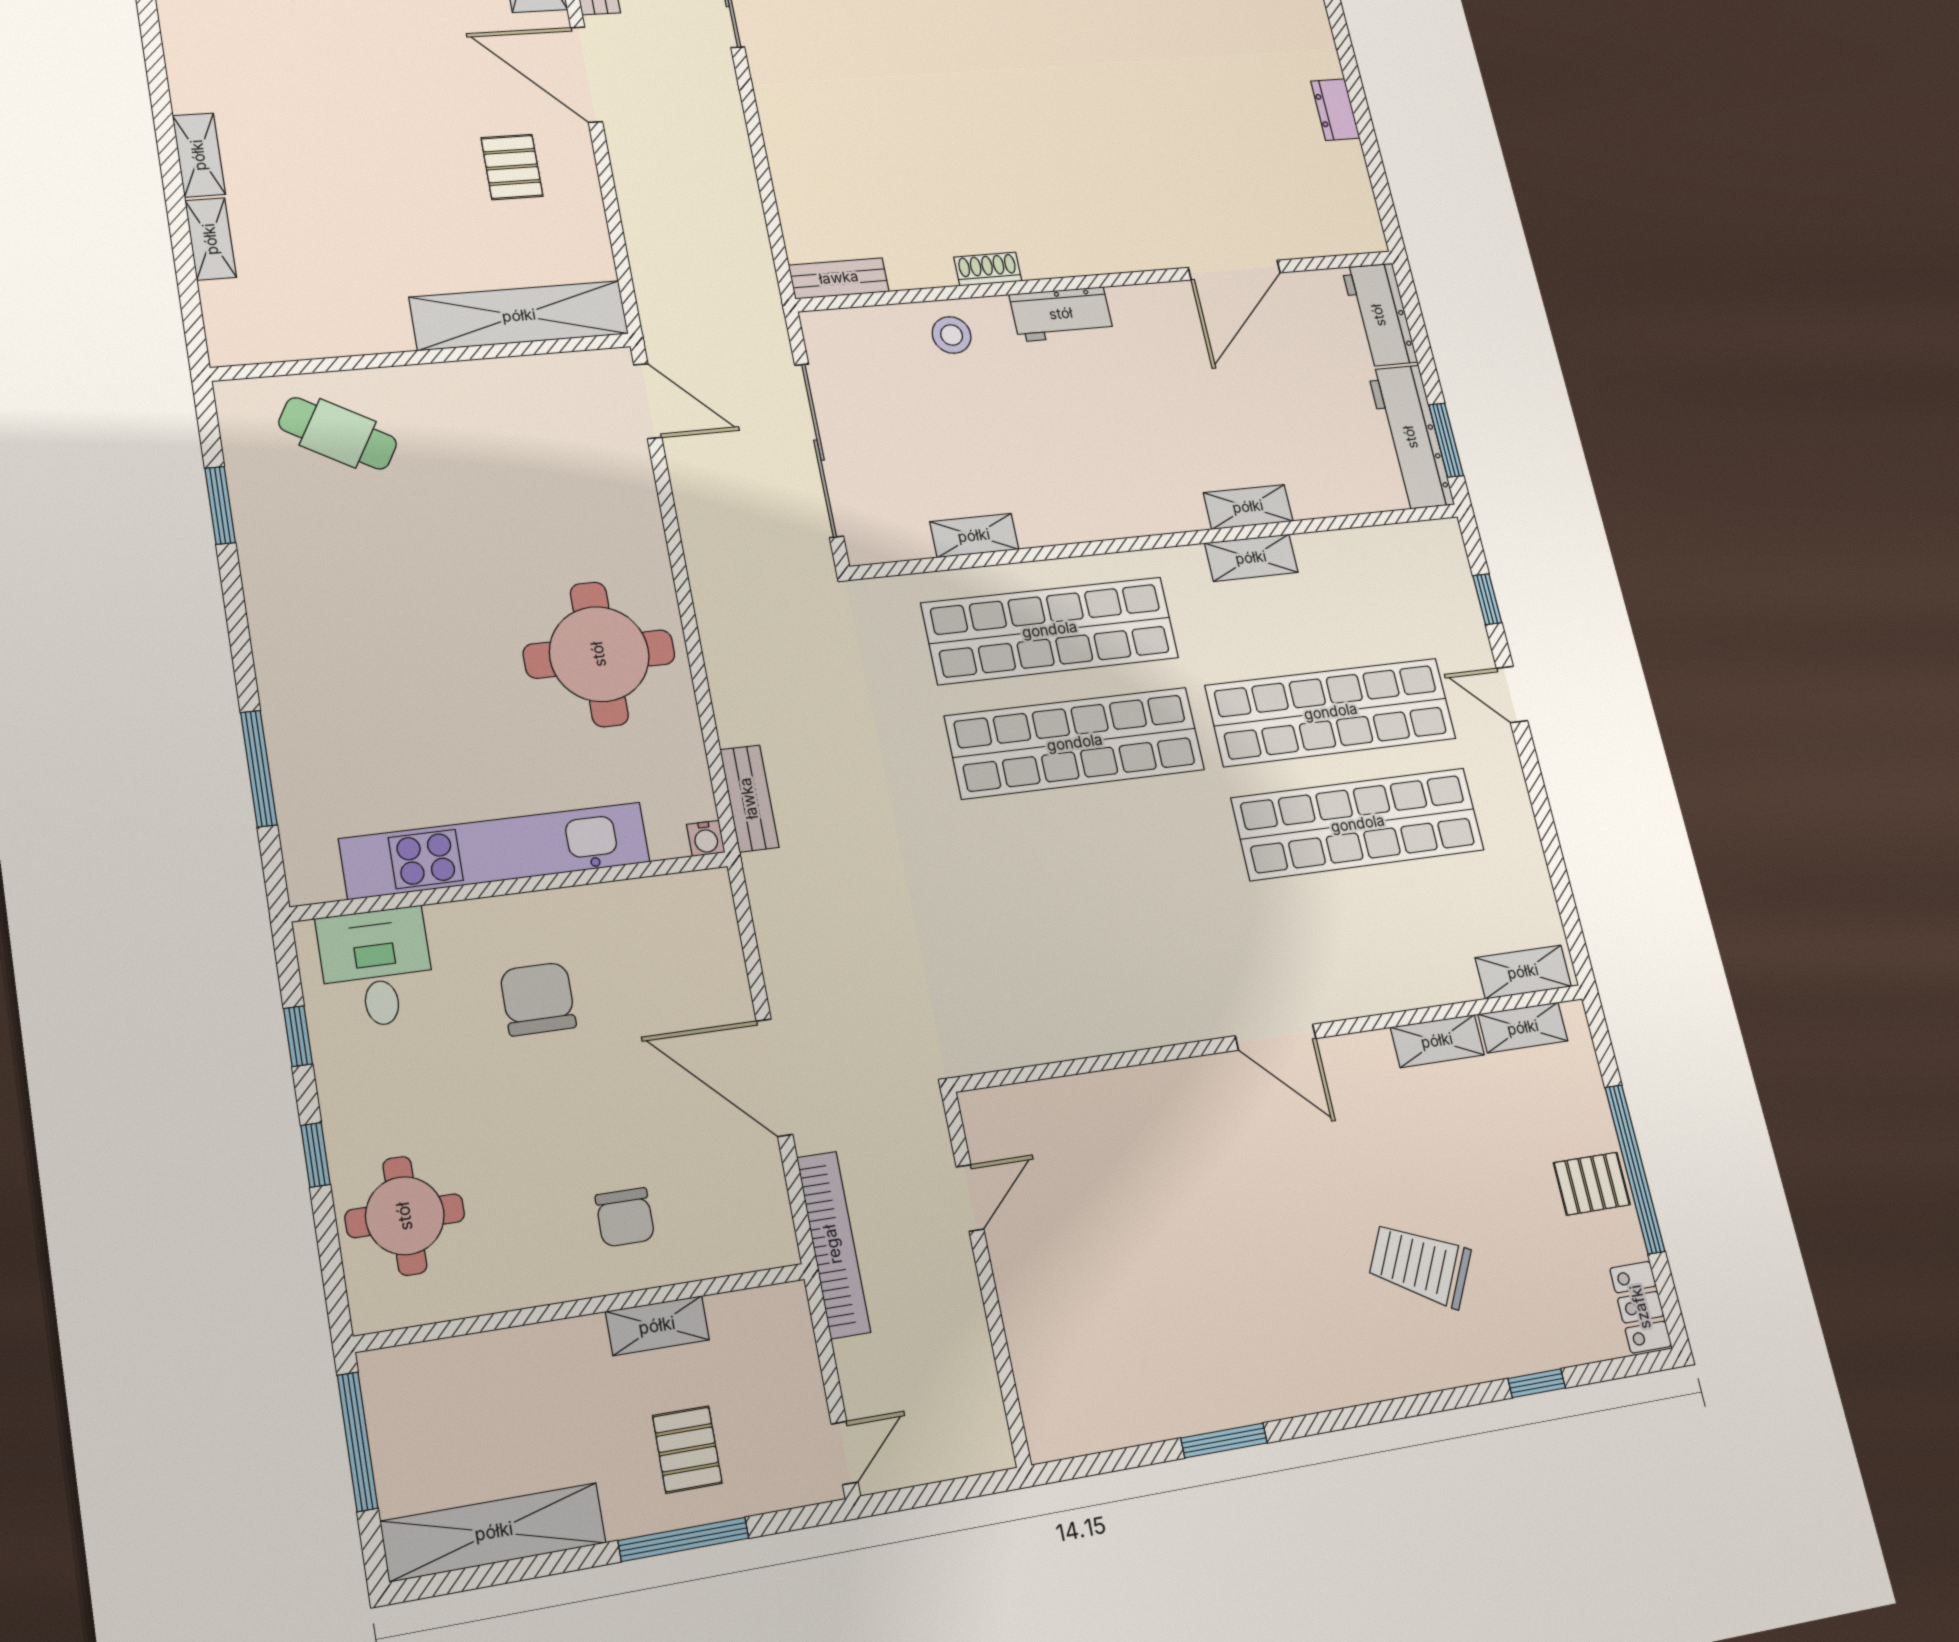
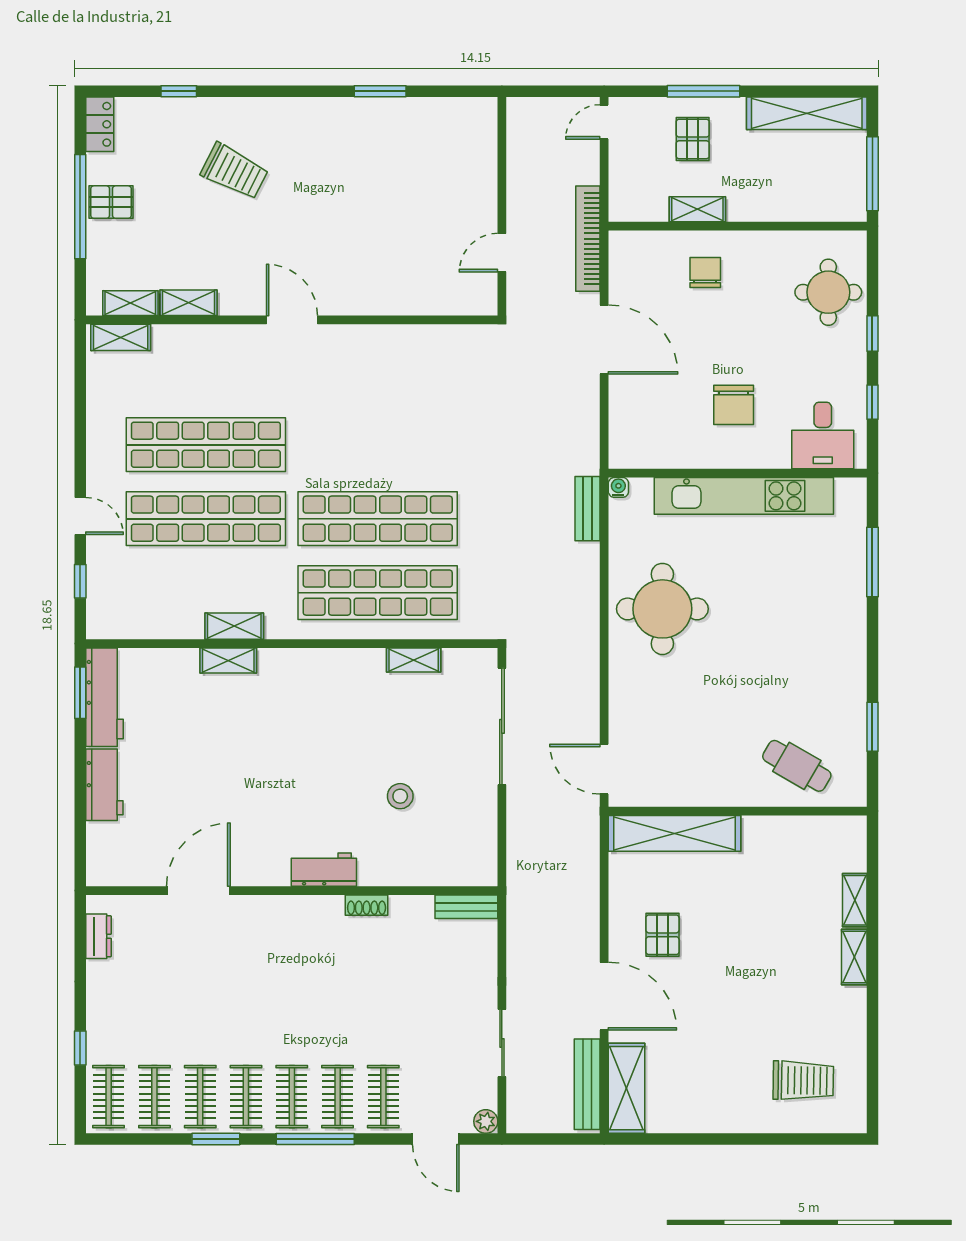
shoe rack: (988, 269) -> (367, 905), moved
door: (1234, 270) -> (198, 891), moved
bench: (839, 278) -> (466, 907), moved
wall: (1101, 281) -> (292, 891), moved
workbench: (1061, 314) -> (324, 870), moved

